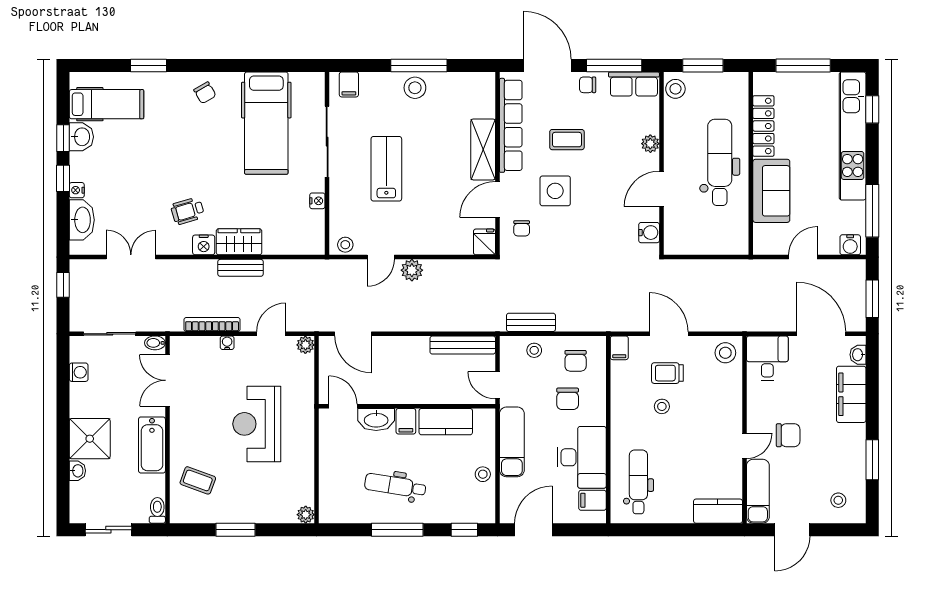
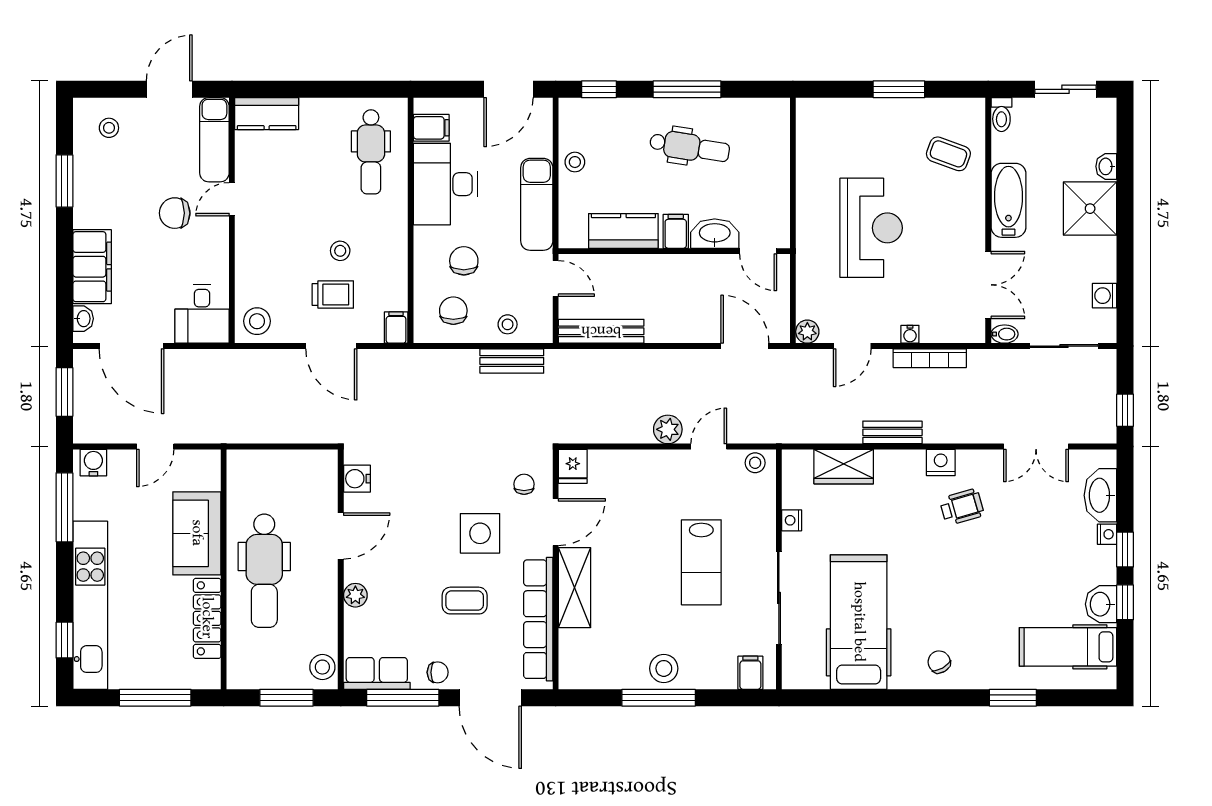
wardrobe: (239, 242) -> (844, 467), moved
plant: (306, 515) -> (807, 109), removed

